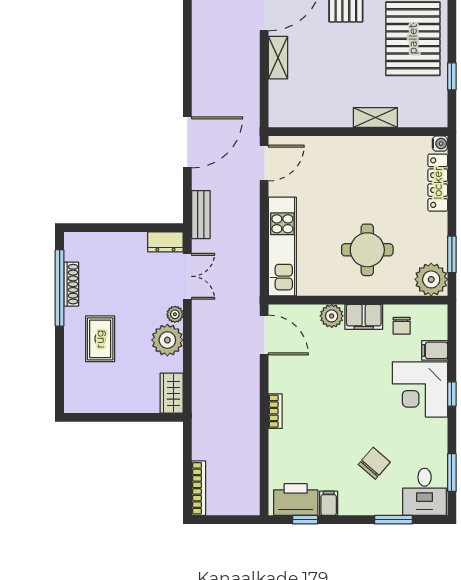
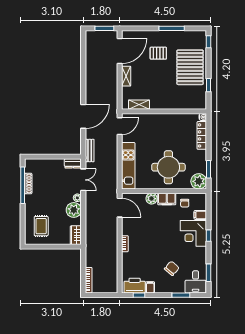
shelving: (375, 118) -> (139, 105), moved
round table: (367, 250) -> (168, 167), width x1.36, depth x1.36
rug: (100, 339) -> (41, 226), moved

